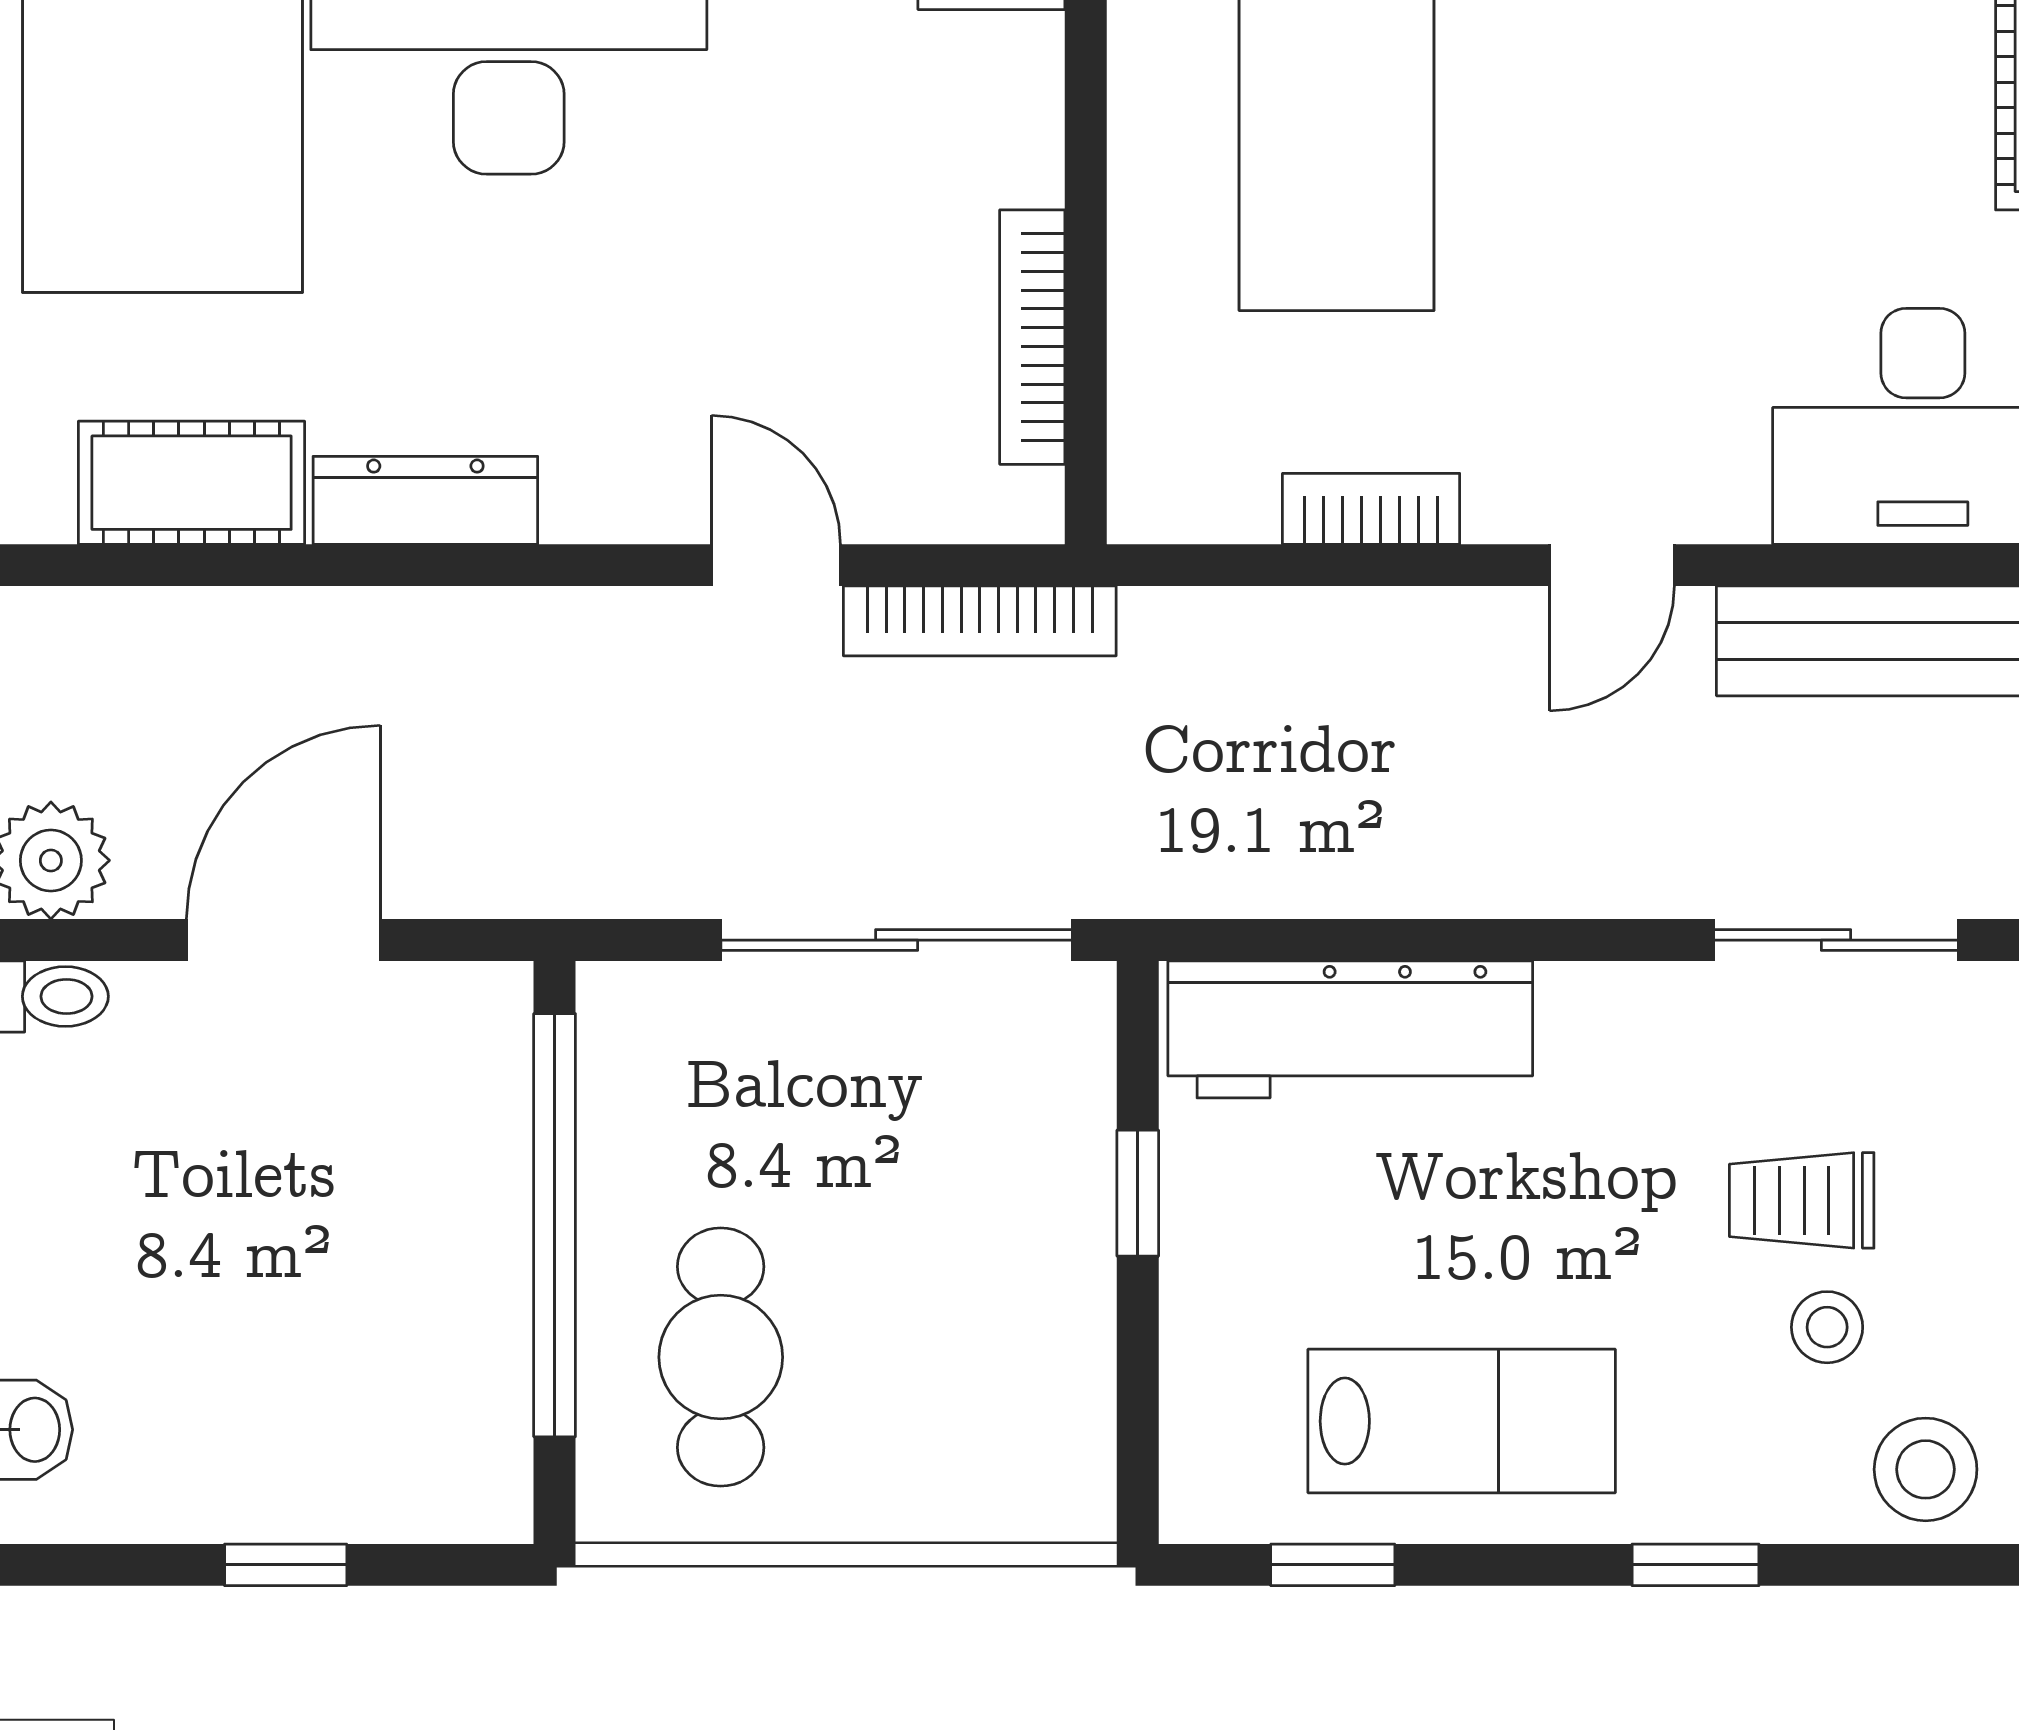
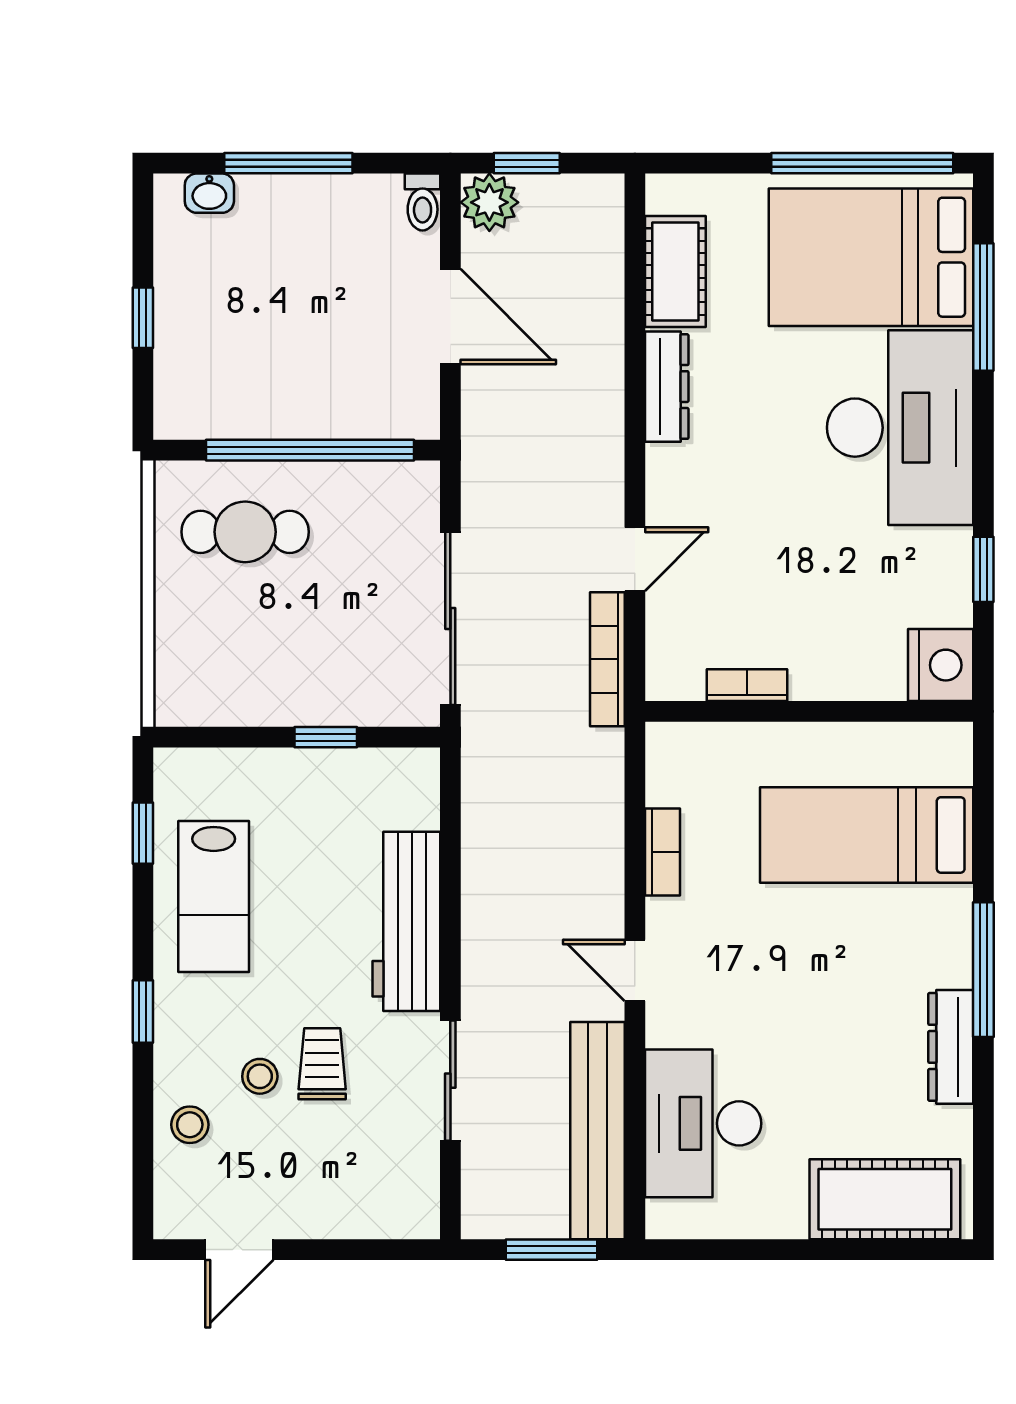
bookcase: (1032, 337) -> (747, 685), width x0.64
workbench: (1350, 1029) -> (406, 921), moved
stool: (1926, 1469) -> (190, 1125), width x0.73, depth x0.73

